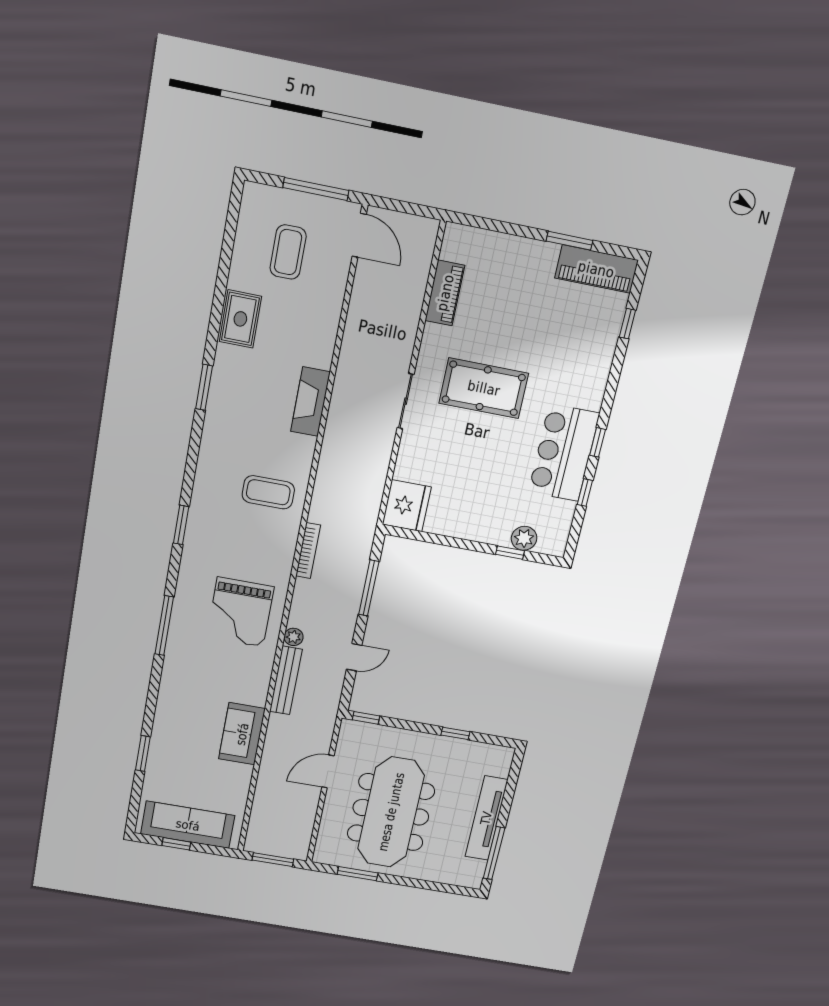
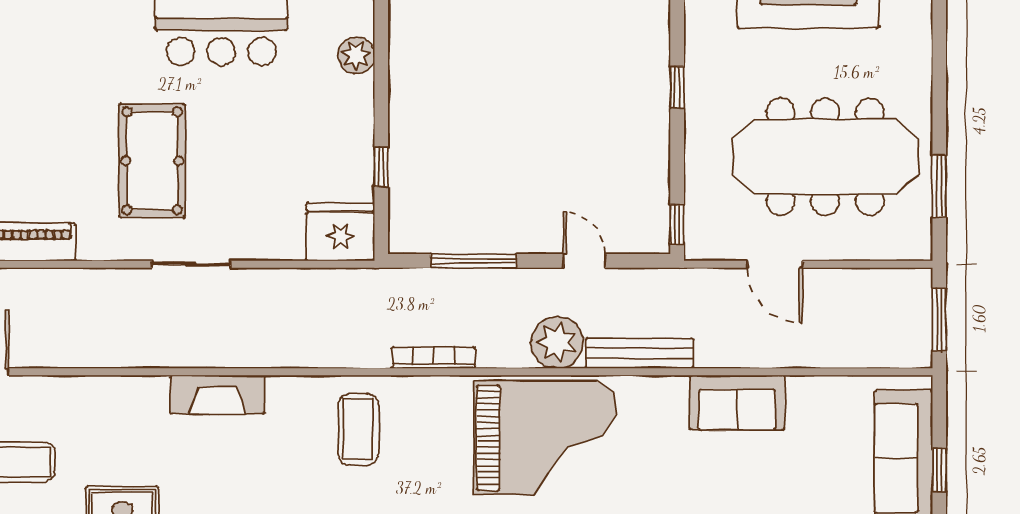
window: (510, 553) -> (381, 167), moved
grand piano: (240, 612) -> (545, 438), width x1.37, depth x1.48
plant: (294, 637) -> (557, 342), width x1.87, depth x1.87

